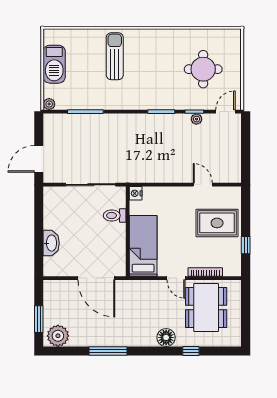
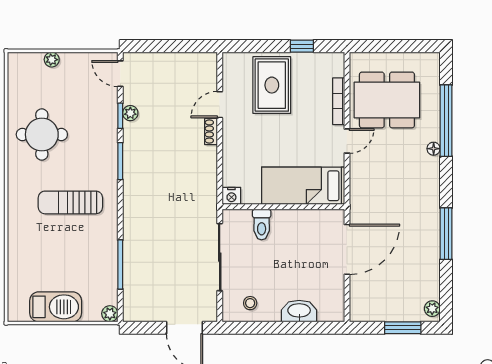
sun lounger: (115, 56) -> (70, 202), moved
plant: (236, 61) -> (52, 60), added
round table: (203, 69) -> (42, 134), moved
shoe rack: (183, 178) -> (211, 131), added
stool: (57, 207) -> (250, 303), added
plant: (58, 336) -> (432, 309), width x0.53, depth x0.53
floor lamp: (166, 337) -> (434, 149), width x0.53, depth x0.53
window: (191, 351) -> (446, 121), width x3.17

